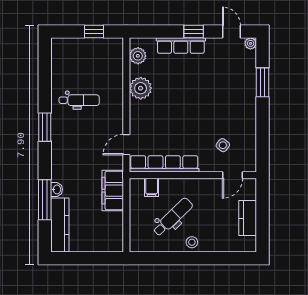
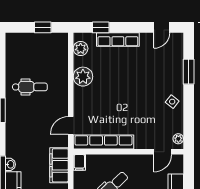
window: (194, 31) -> (101, 27), moved
door: (231, 31) -> (162, 27), swing flipped
plant: (251, 43) -> (178, 139), moved
side table: (223, 145) -> (172, 102), moved
filing cabinet: (152, 187) -> (79, 162), moved

